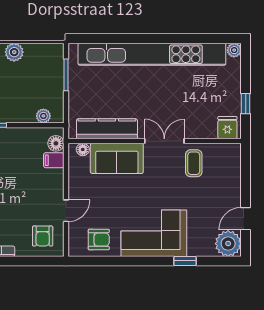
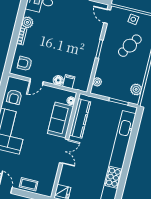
plant: (14, 52) -> (136, 89), moved
floor lamp: (56, 143) -> (58, 80), moved
coffee table: (194, 163) -> (29, 184), moved
door: (66, 211) -> (36, 81), hinge flipped

